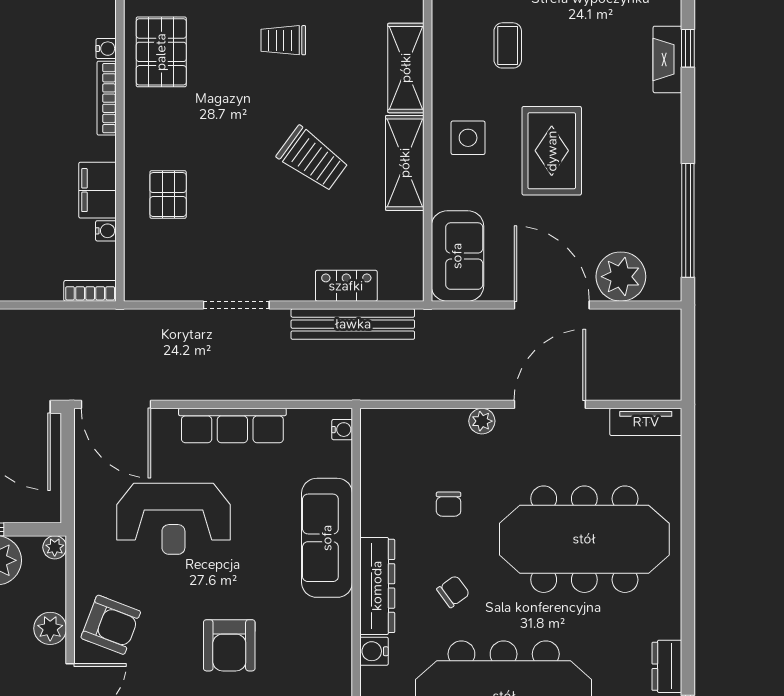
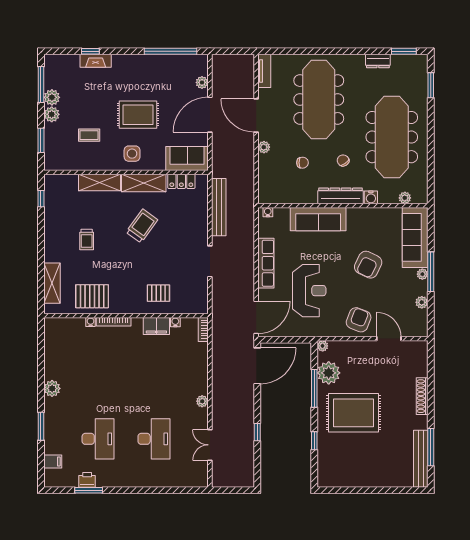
plant: (621, 277) -> (202, 82), width x0.53, depth x0.53
locker: (346, 286) -> (181, 181), moved, turned -90
plant: (50, 628) -> (360, 348), removed
armchair: (229, 645) -> (368, 265), turned 116

